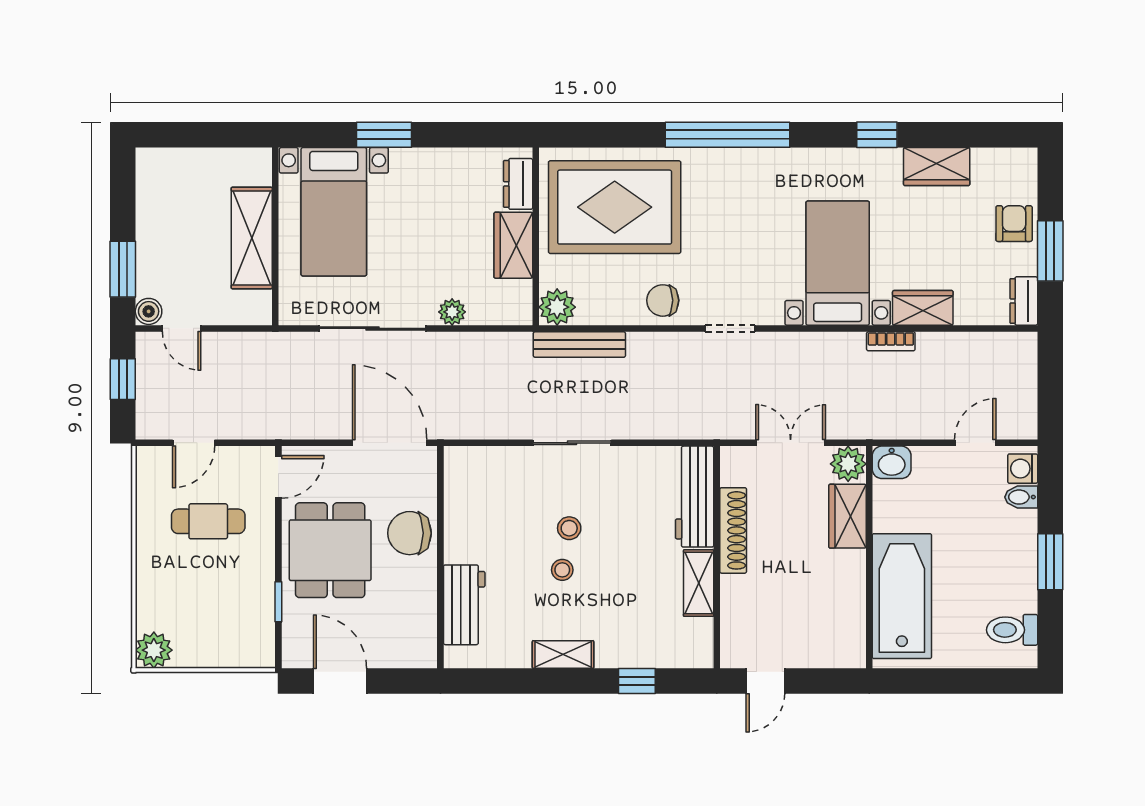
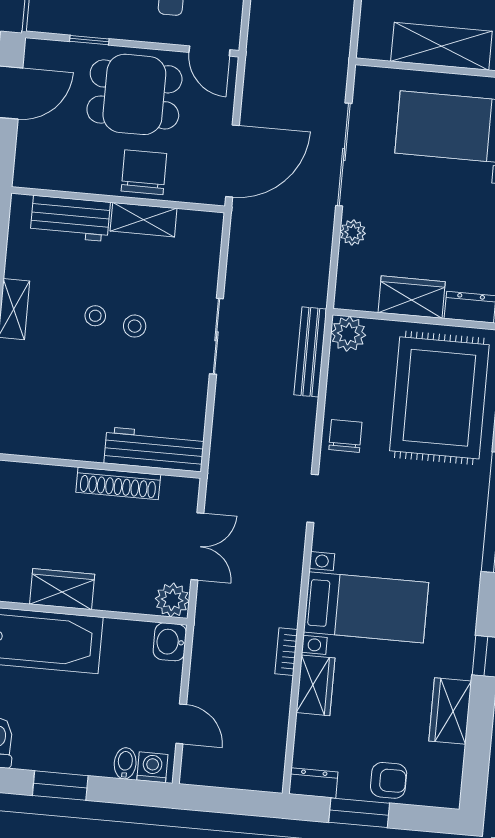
wardrobe: (847, 516) -> (62, 589), moved
shelving: (699, 583) -> (144, 220), moved

